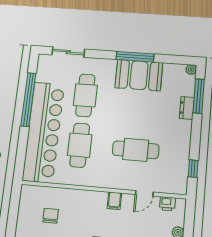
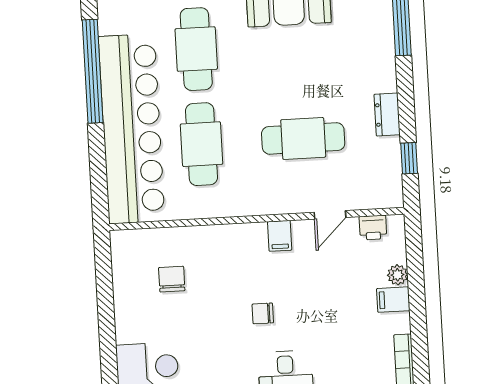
dresser: (187, 108) -> (387, 114), moved

